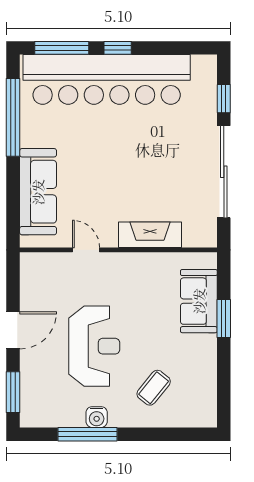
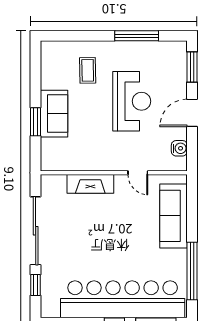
sofa: (199, 301) -> (54, 114), moved
reception desk: (94, 346) -> (132, 101), turned 180
coffee table: (154, 388) -> (88, 70), turned -40
water cooler: (97, 417) -> (179, 148), moved, turned 90

